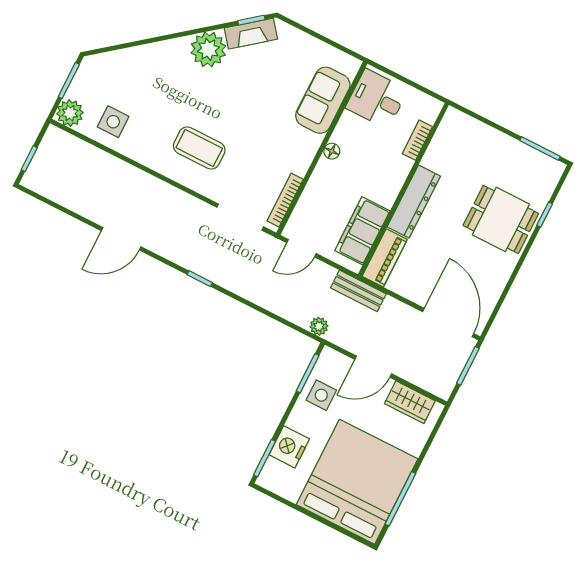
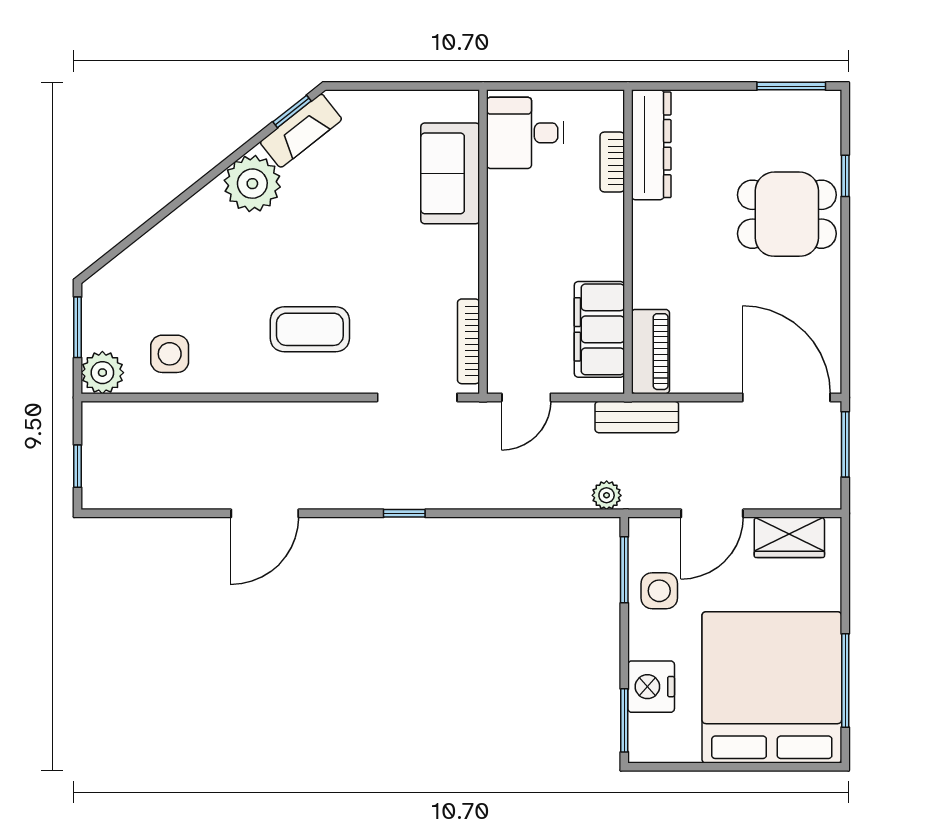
floor lamp: (332, 151) -> (499, 239), removed
dresser: (414, 202) -> (651, 145), moved

